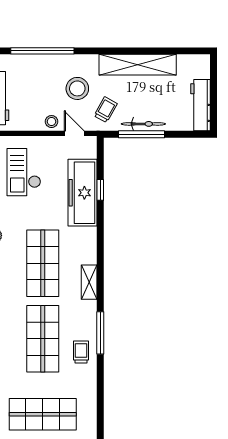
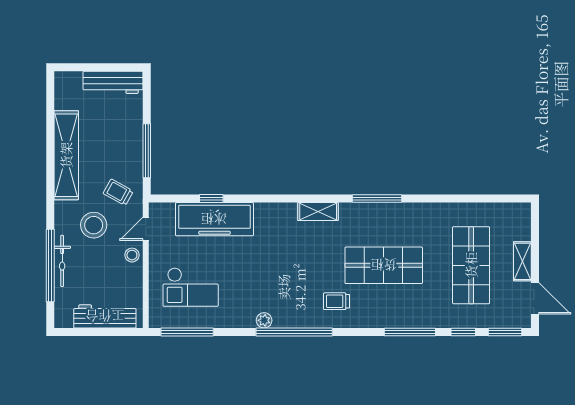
bicycle: (143, 124) -> (62, 261), moved, turned 180
shop shelf: (43, 263) -> (296, 265), removed
trolley: (81, 352) -> (336, 301), moved

